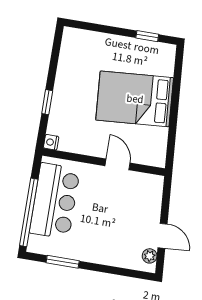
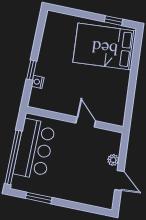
bed: (135, 99) -> (105, 47), moved
nightstand: (51, 142) -> (38, 82), moved
plant: (150, 256) -> (113, 160), moved

